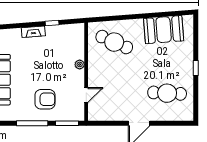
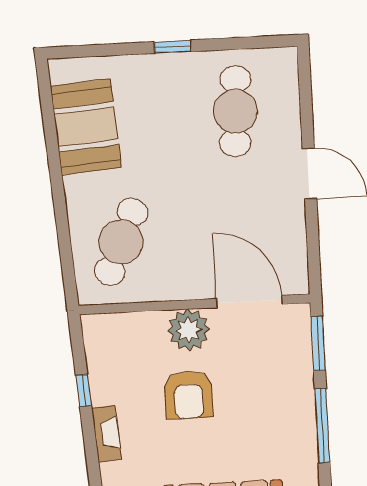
plant: (80, 64) -> (189, 330), width x1.87, depth x1.87
door: (86, 95) -> (249, 301), width x1.88
armchair: (45, 99) -> (188, 395), moved, turned 180

